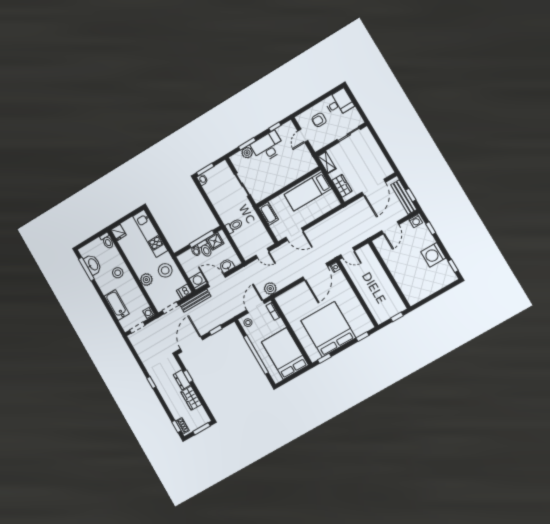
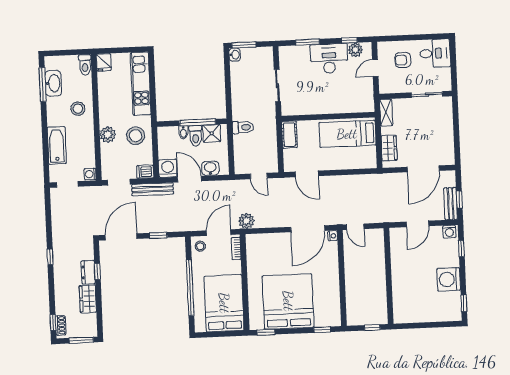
plant: (247, 153) -> (355, 50), moved
bench: (404, 197) -> (451, 204), width x0.73

